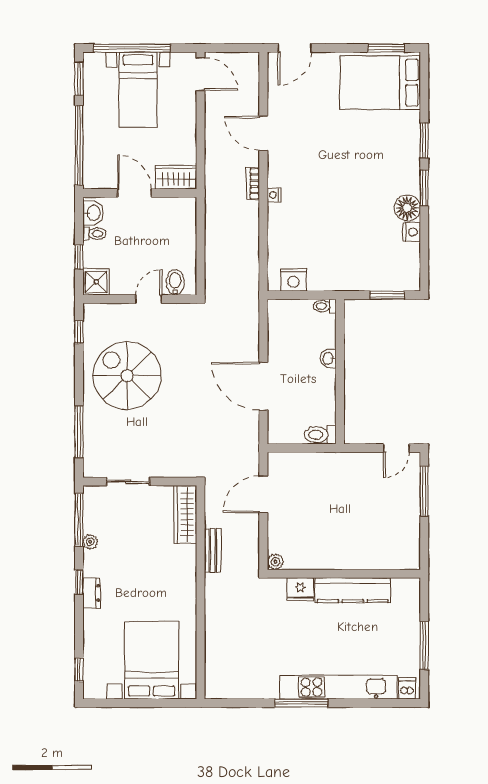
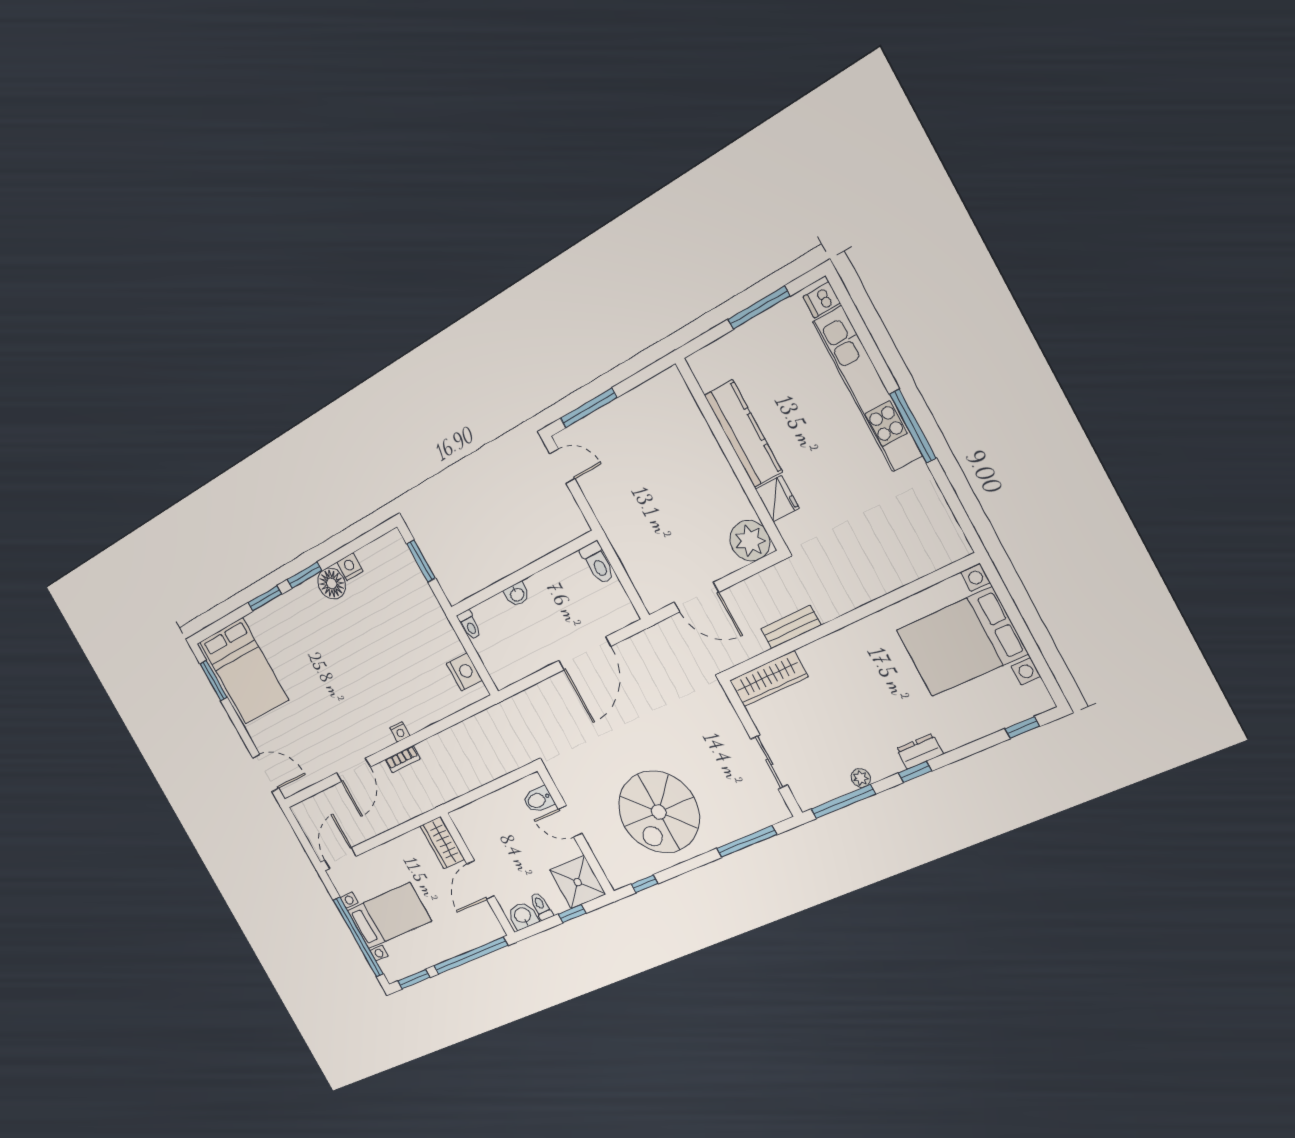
shower: (96, 282) -> (578, 882), width x1.36, depth x1.36
plant: (275, 562) -> (750, 541), width x1.87, depth x1.87

